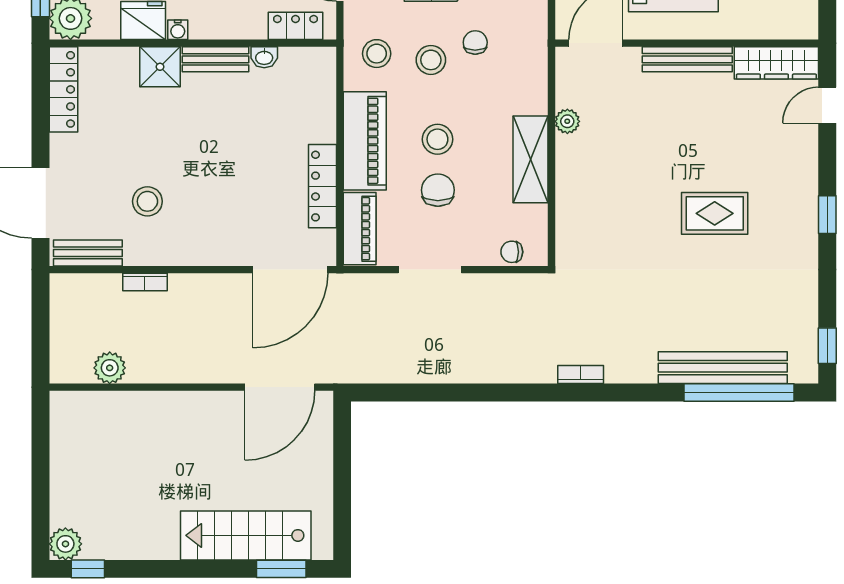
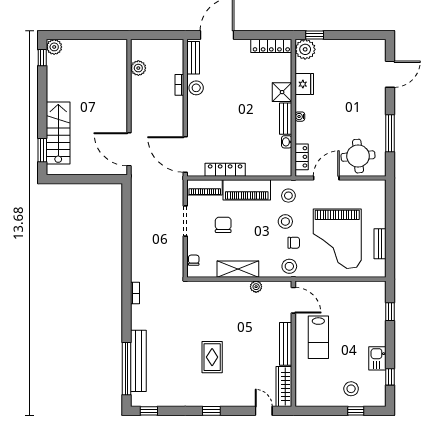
water cooler: (178, 30) -> (300, 117), moved
stool: (437, 139) -> (289, 266), moved
chair: (438, 190) -> (223, 225), turned -90
stool: (147, 201) -> (196, 88), moved

